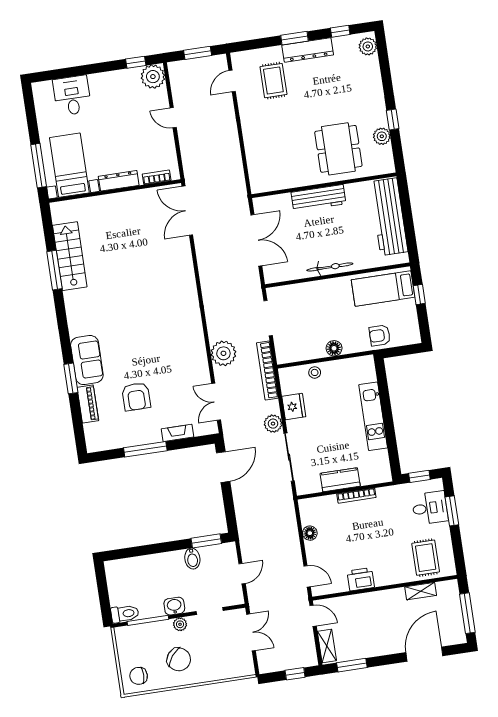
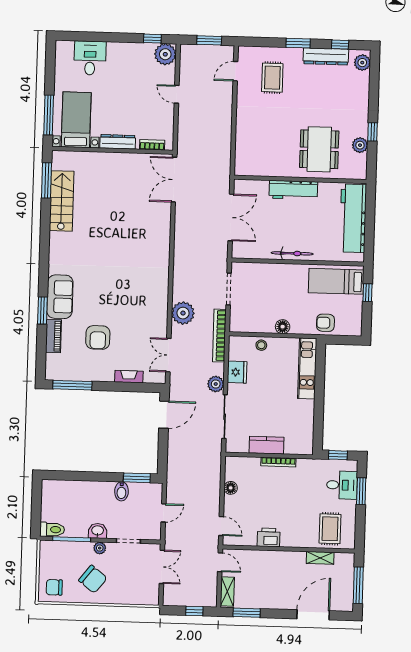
dresser: (308, 50) -> (326, 56), moved
window: (54, 270) -> (47, 180), moved
kitchen unit: (373, 416) -> (307, 368), moved
window: (145, 449) -> (72, 385), moved

